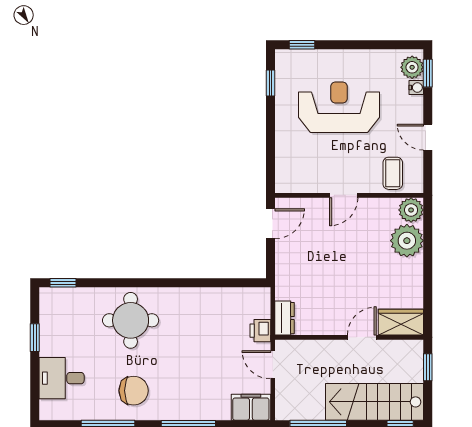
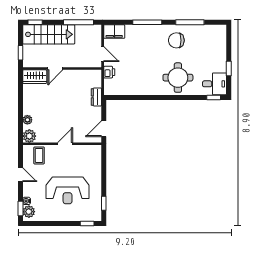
plant: (407, 241) -> (27, 120), width x0.53, depth x0.53
dresser: (285, 318) -> (96, 97), moved
desk: (62, 378) -> (214, 84), moved

